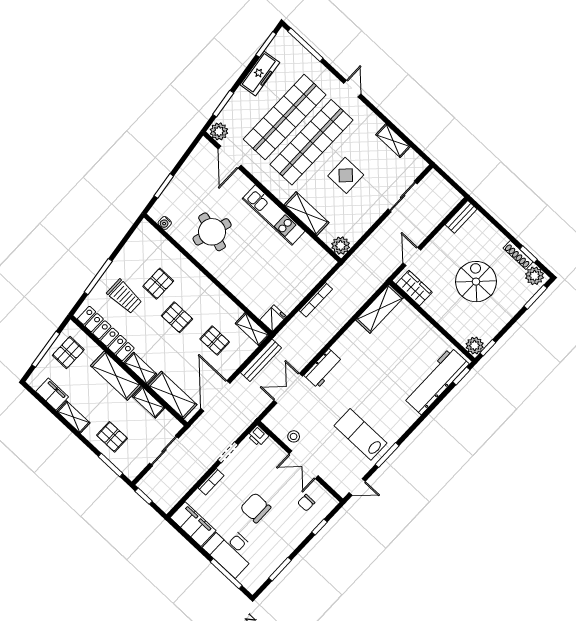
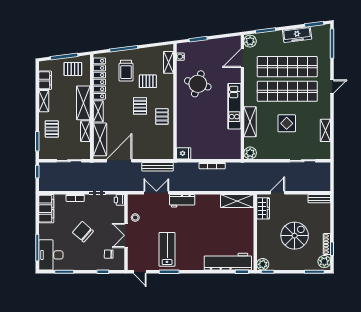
shelving: (252, 329) -> (169, 62), moved
pallet: (215, 341) -> (162, 116), moved
chair: (256, 508) -> (83, 232), turned -49
desk: (231, 550) -> (51, 255), moved

